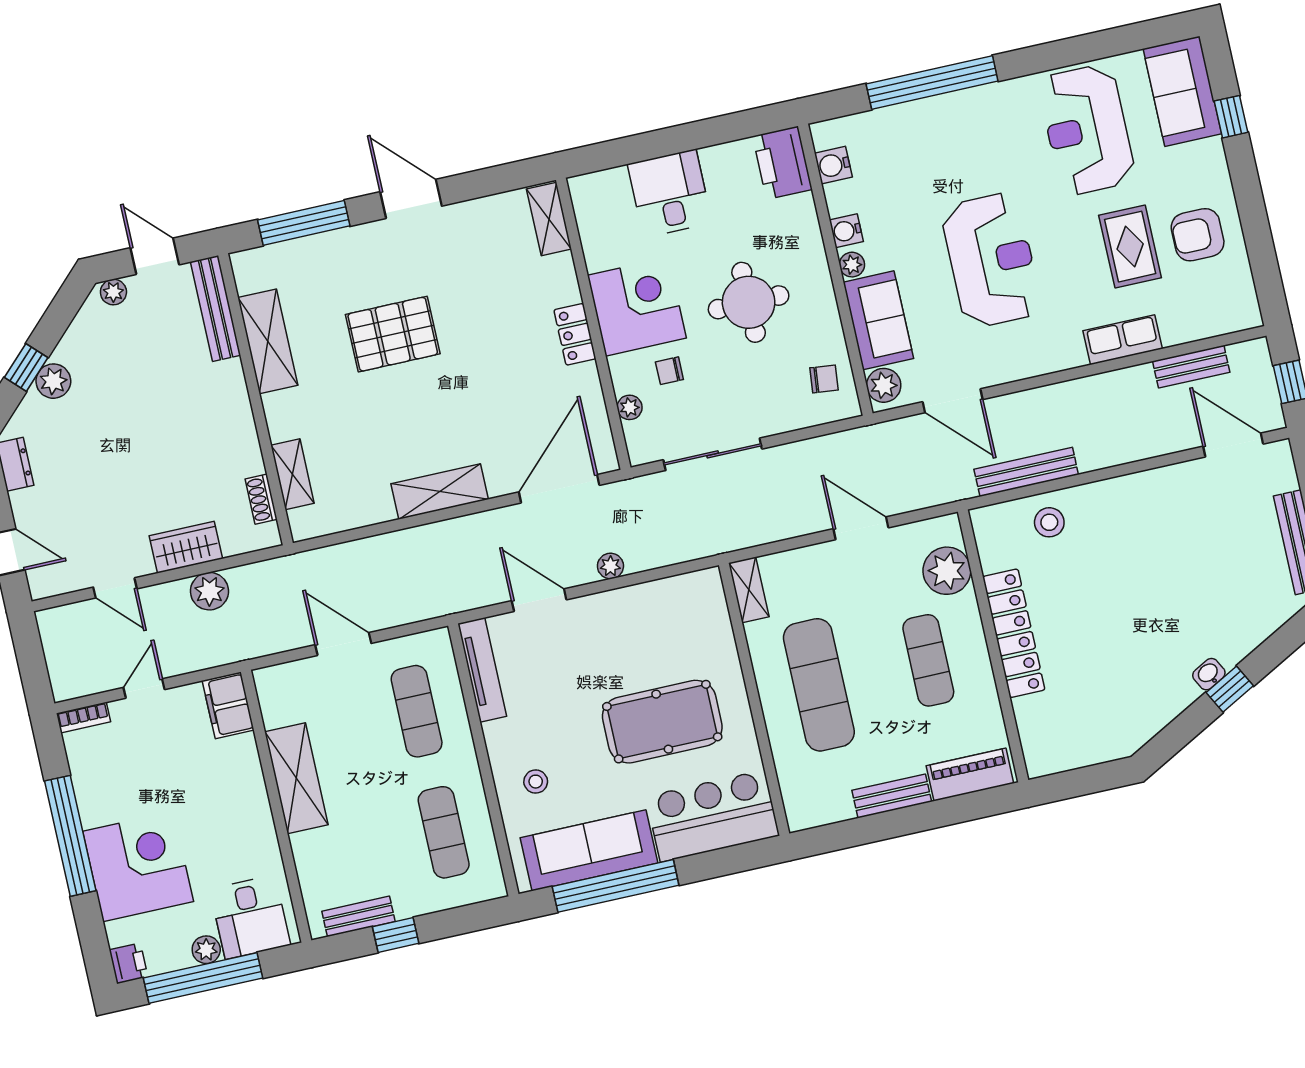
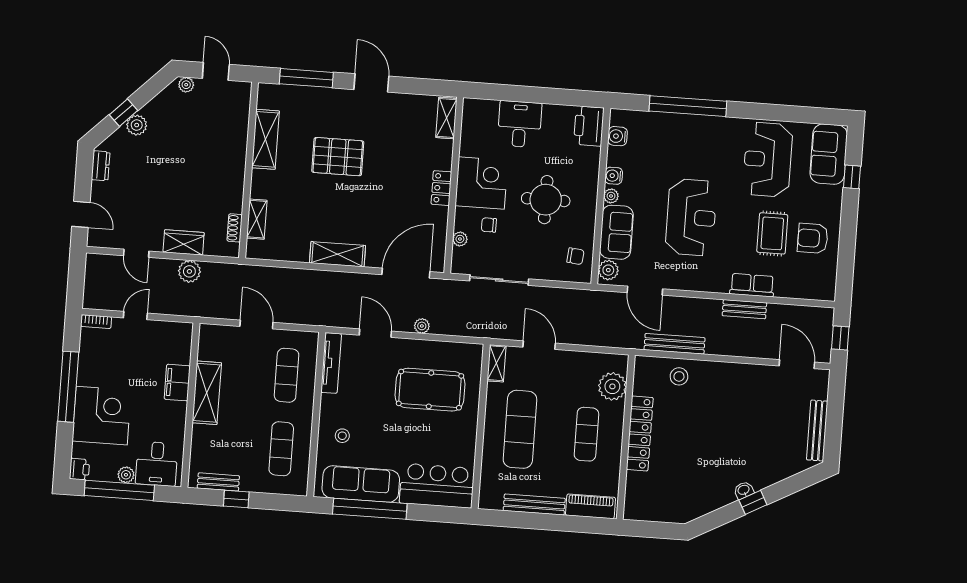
bench: (215, 308) -> (241, 112), removed
bench: (1191, 367) -> (744, 309), moved
door: (861, 528) -> (539, 345), moved
filing cabinet: (228, 705) -> (177, 383), moved
pool table: (662, 722) -> (430, 390), moved
bench: (892, 796) -> (534, 505), width x1.36

